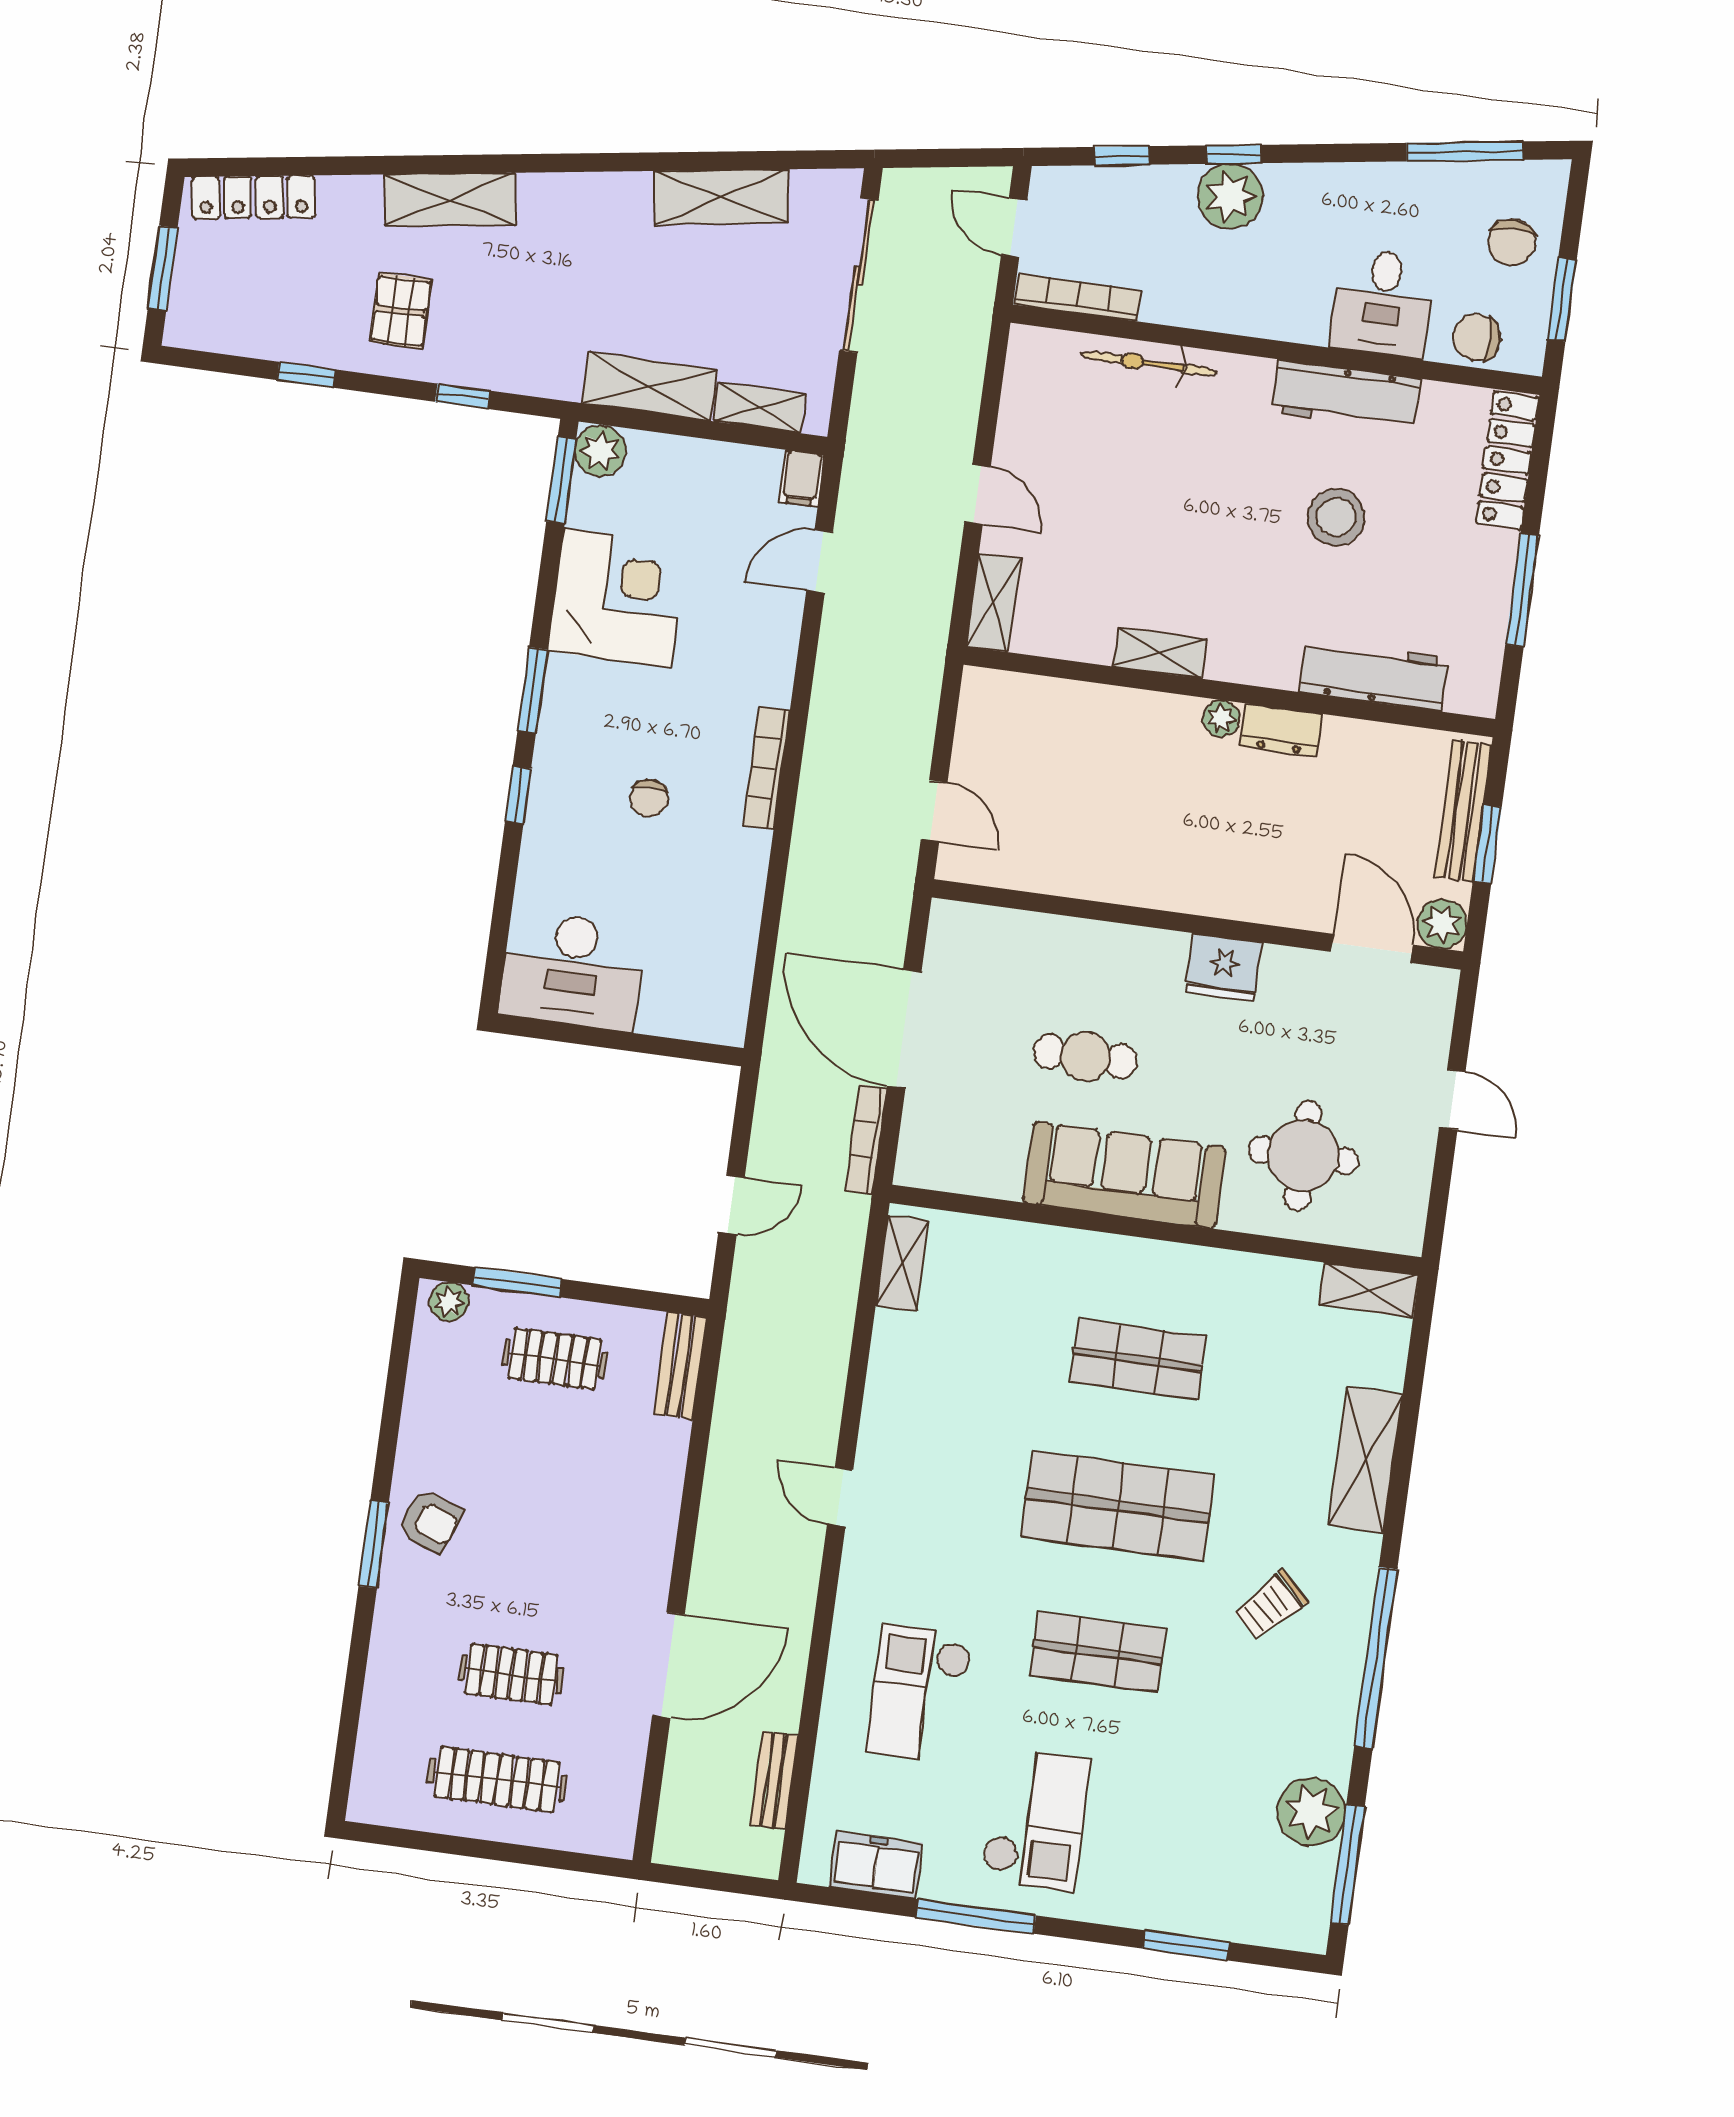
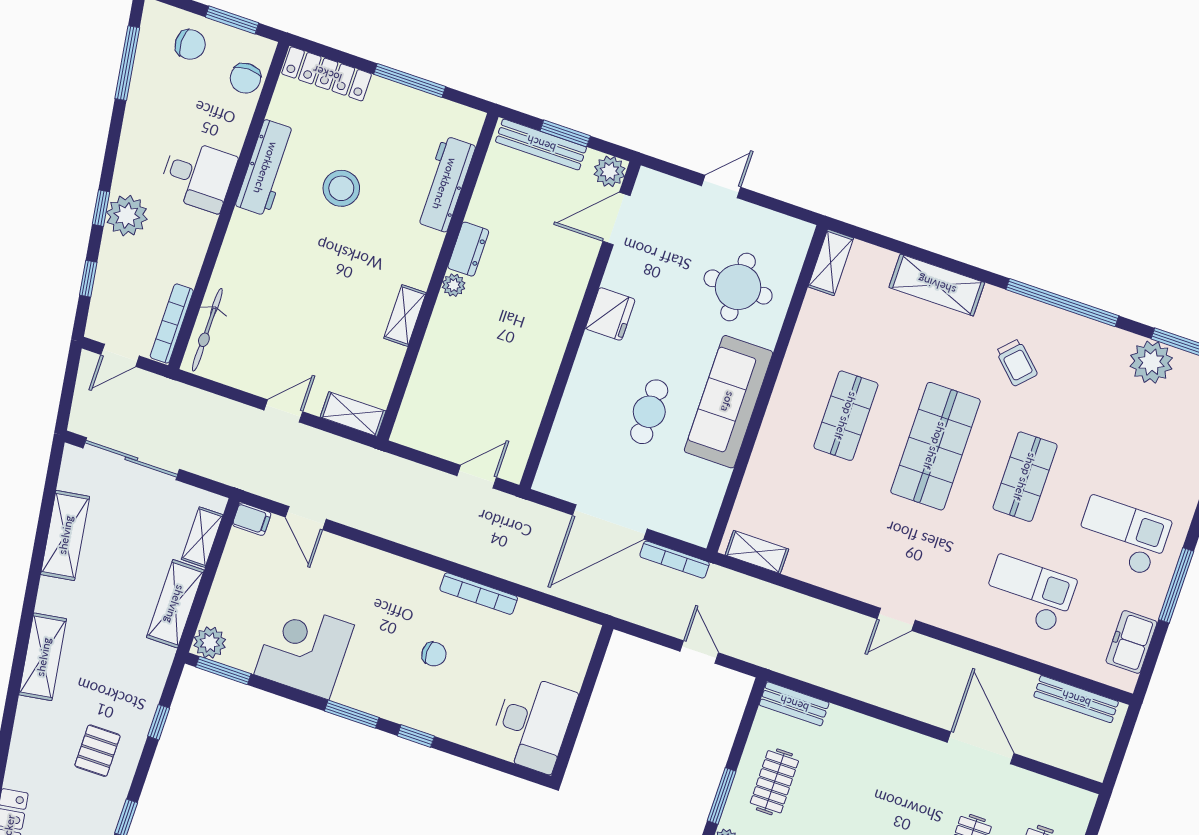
shelving: (450, 200) -> (43, 657), moved
desk: (1382, 303) -> (198, 175), moved
pallet: (401, 311) -> (97, 751), turned 90
bicycle: (1149, 363) -> (207, 330), moved
bookcase: (767, 768) -> (479, 594), moved
checkout: (919, 1694) -> (1029, 594), turned 180
bench: (774, 1780) -> (1076, 699), width x1.36

